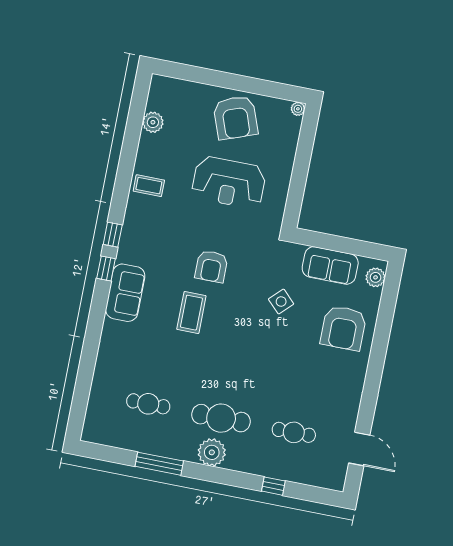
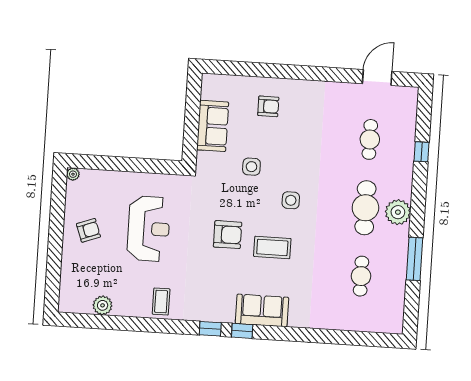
armchair: (235, 118) -> (88, 230), width x0.53, depth x0.53
plant: (376, 277) -> (218, 83), removed
side table: (281, 302) -> (251, 167), turned 45
armchair: (343, 328) -> (268, 106), width x0.53, depth x0.53
side table: (239, 339) -> (291, 200), added

